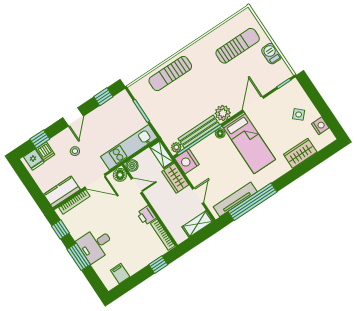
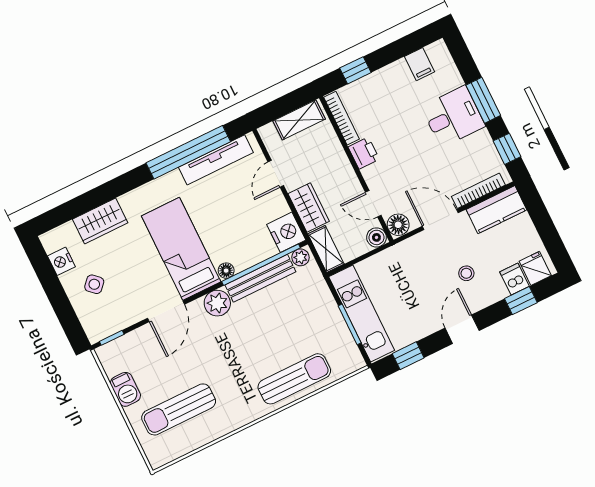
kitchen unit: (129, 147) -> (362, 313), moved, turned -90
shelving: (198, 224) -> (299, 120), moved

